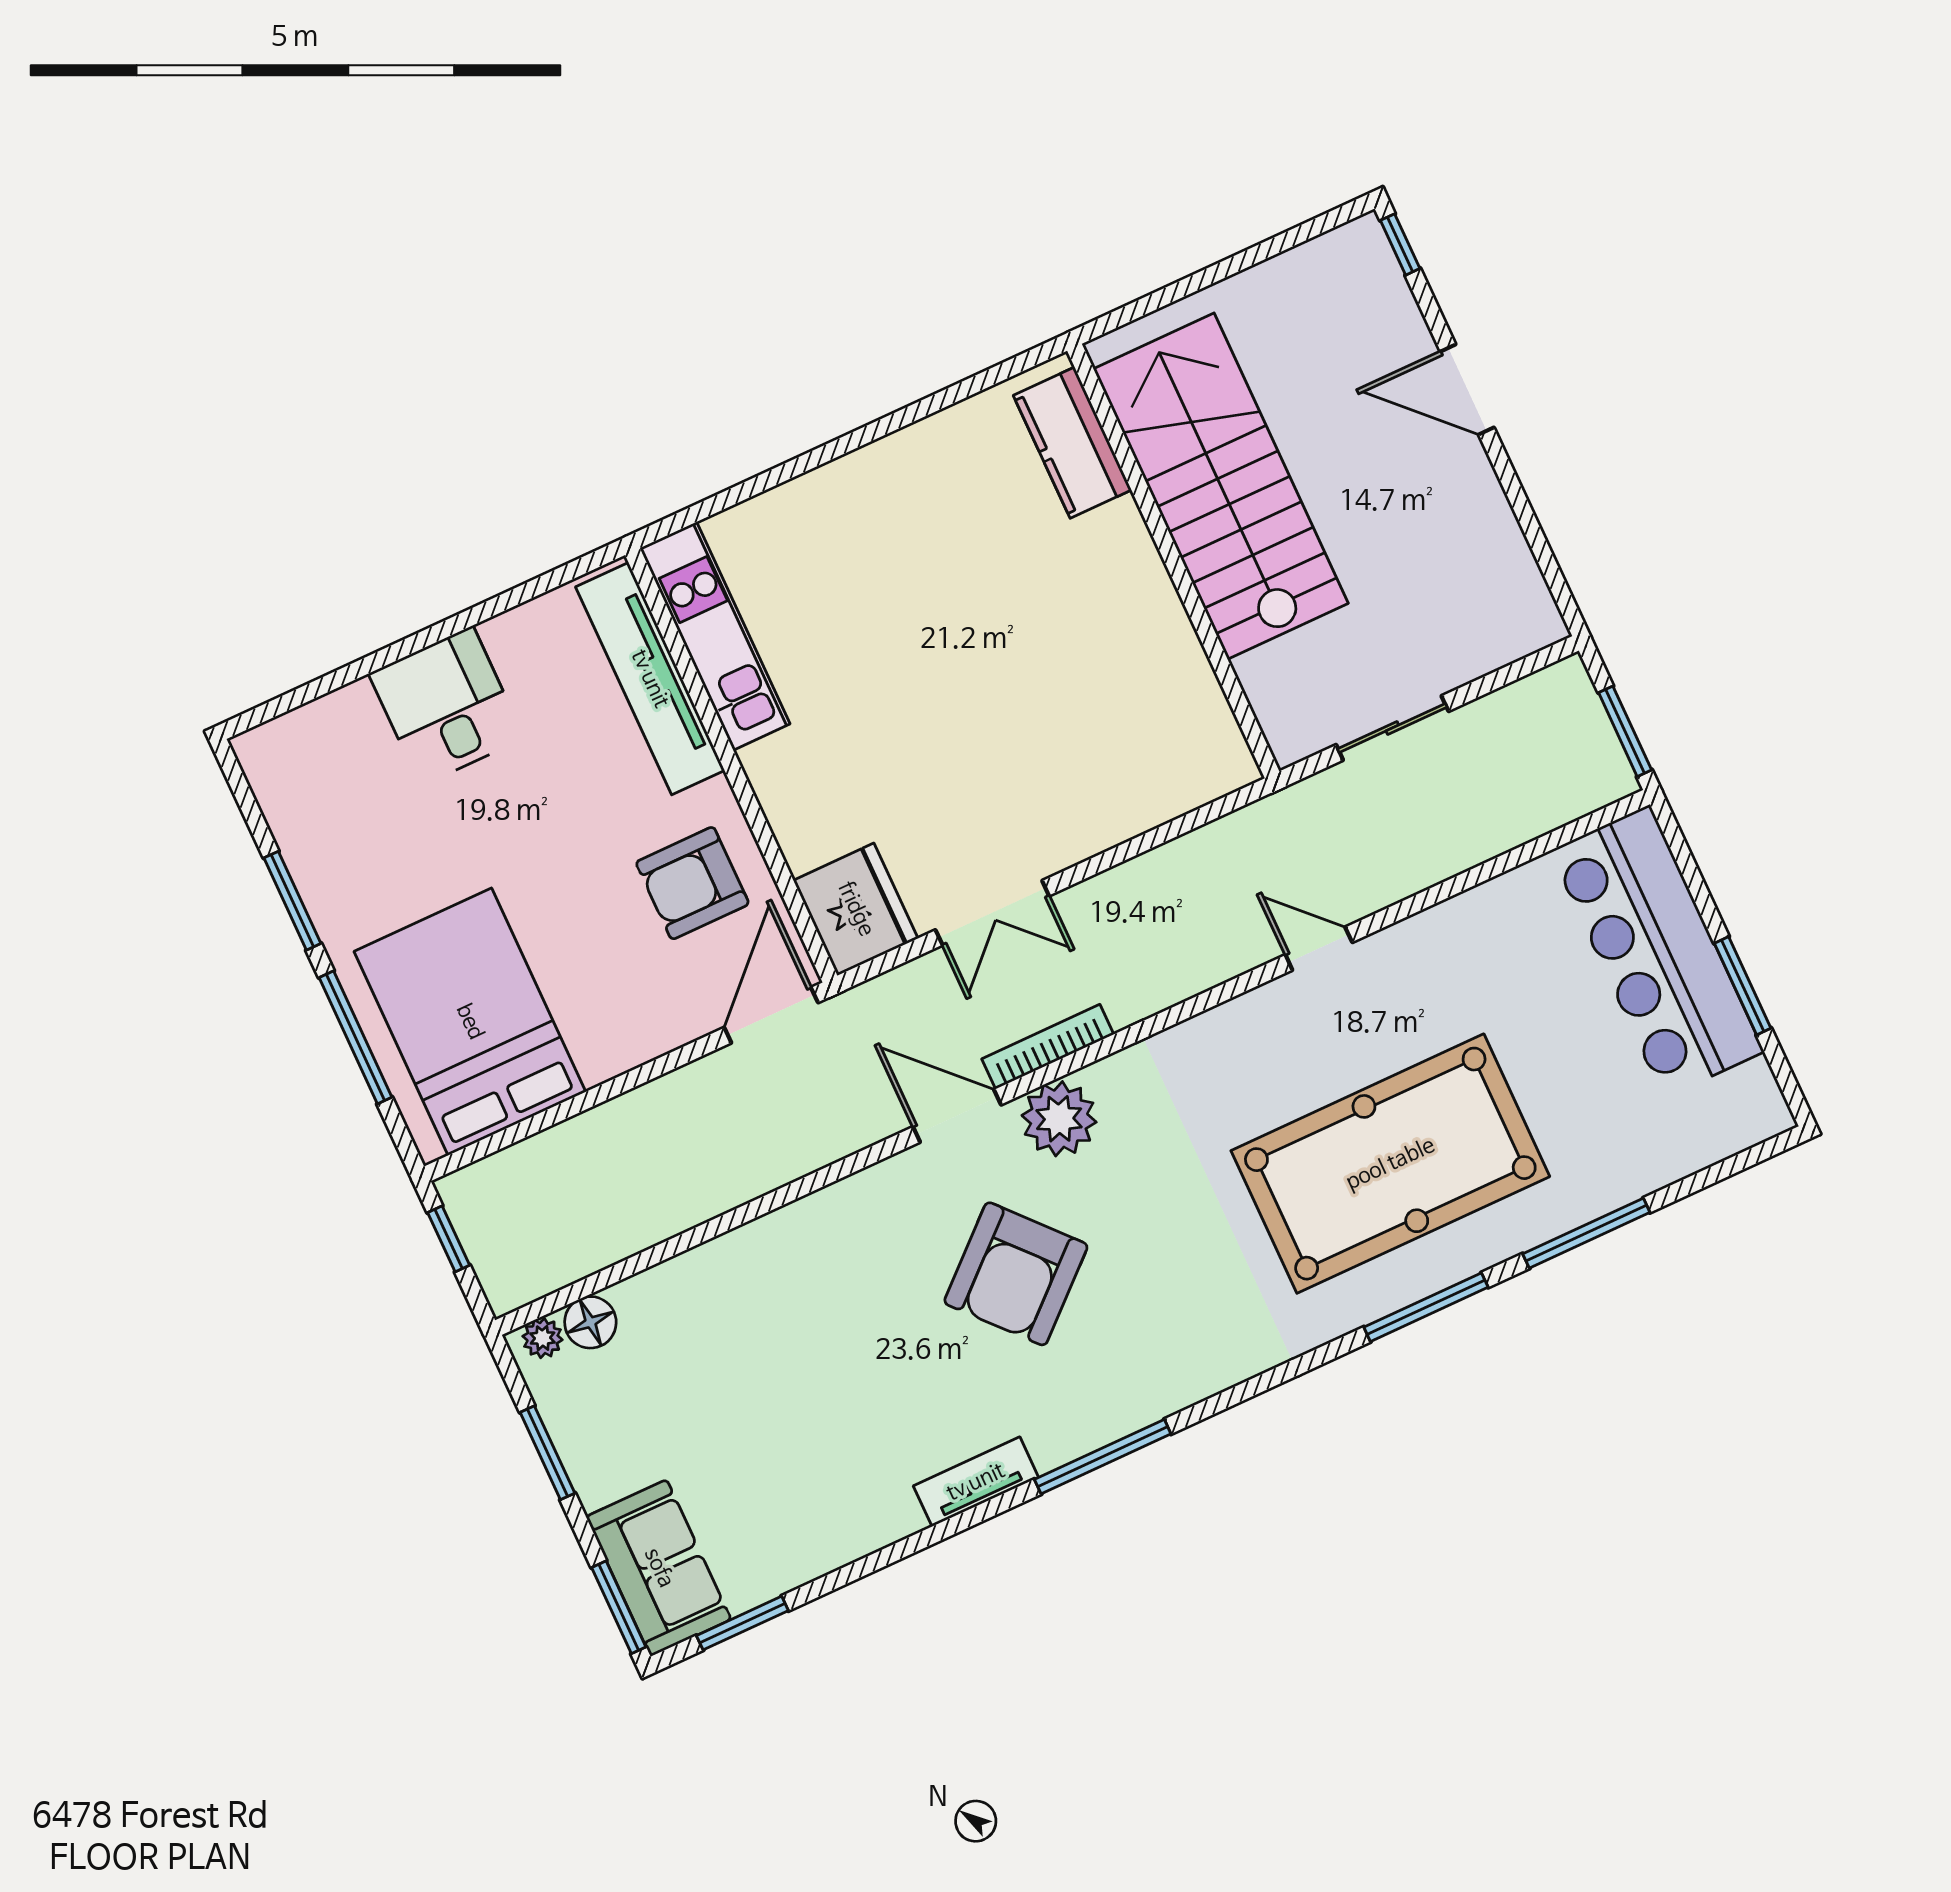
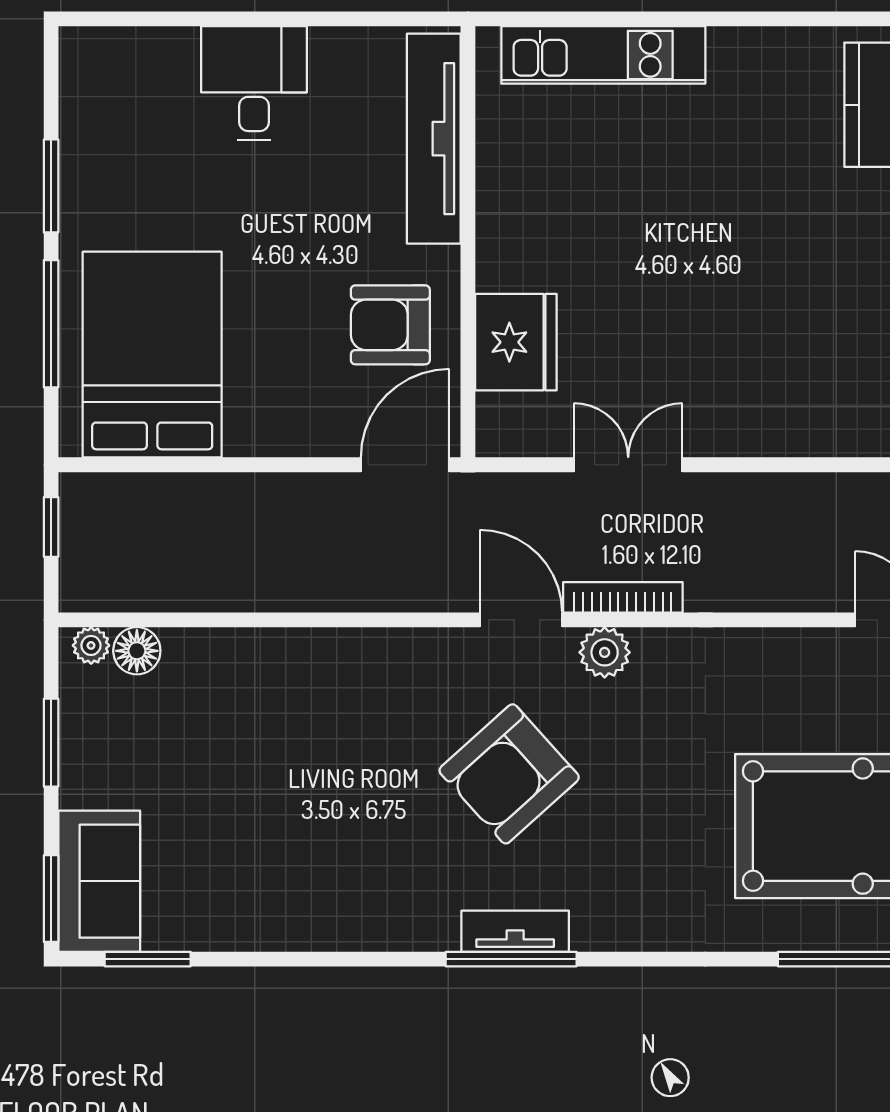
kitchen unit: (715, 636) -> (603, 55), moved, turned 90
fridge: (856, 909) -> (516, 342), moved
double door: (992, 913) -> (628, 465), swing flipped
plant: (1059, 1119) -> (605, 652), width x0.73, depth x0.73
tv unit: (976, 1482) -> (515, 931), moved

